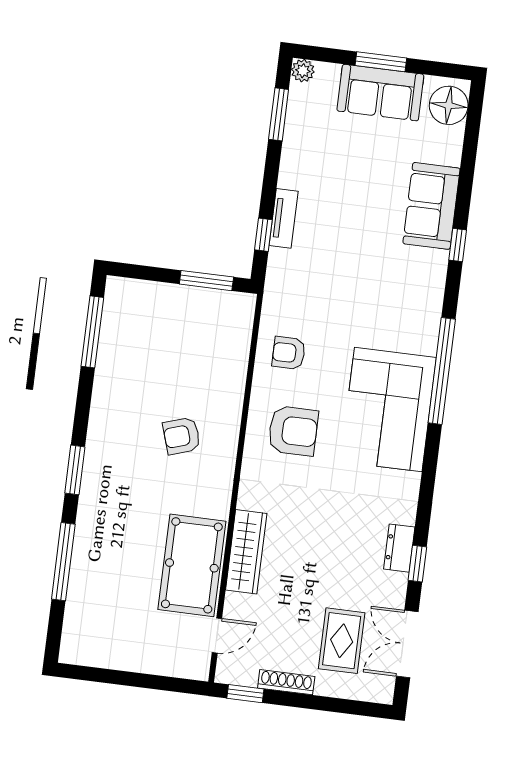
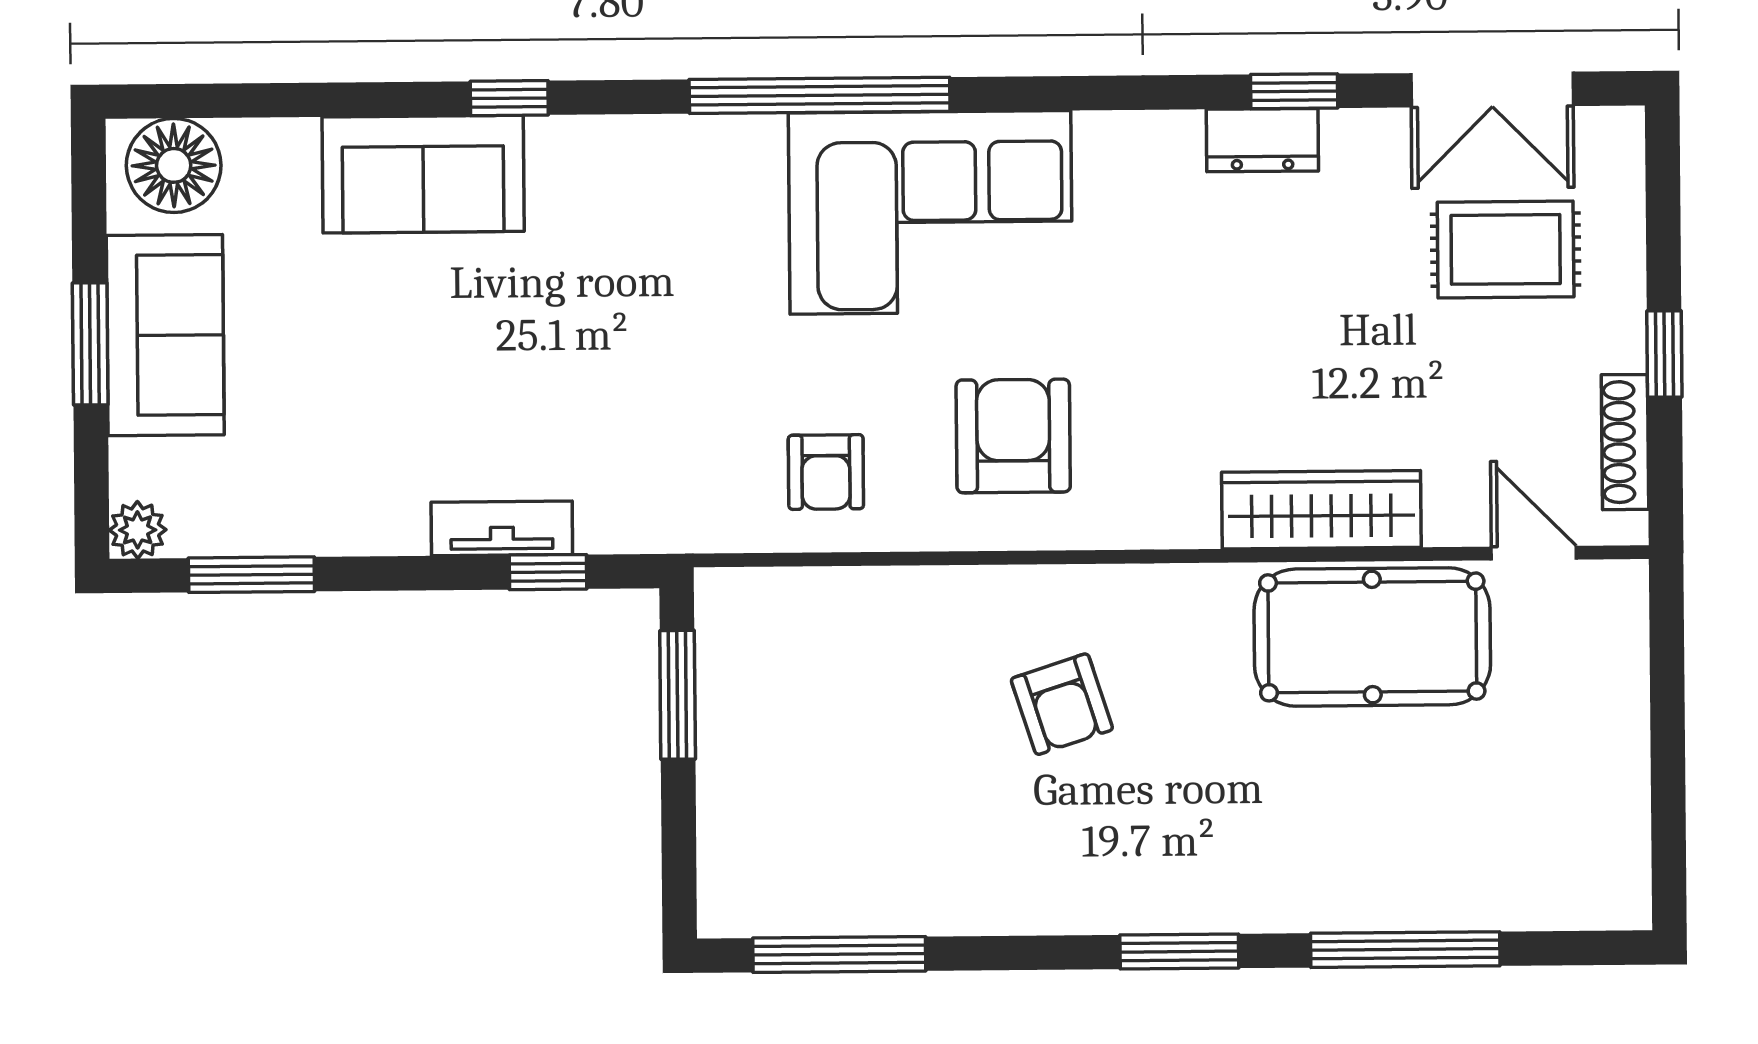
shoe rack: (286, 682) -> (1625, 442), moved
window: (245, 694) -> (1664, 354), moved

